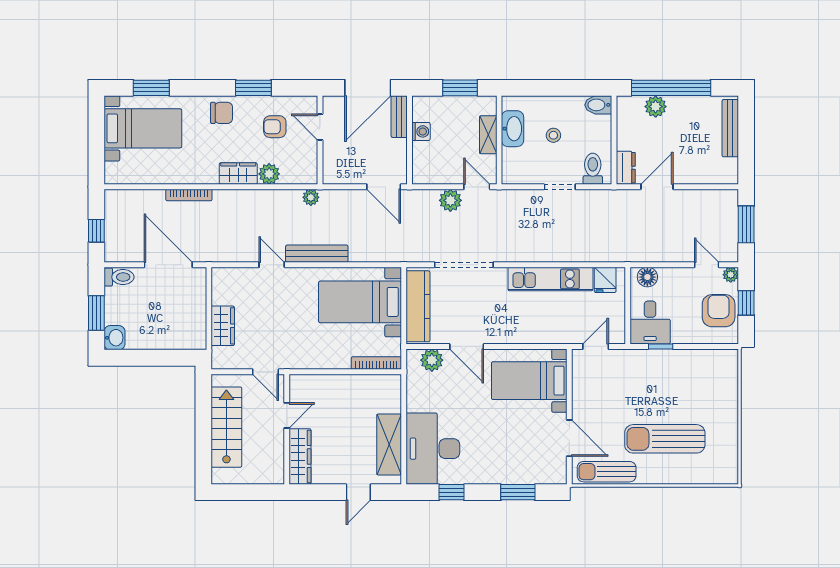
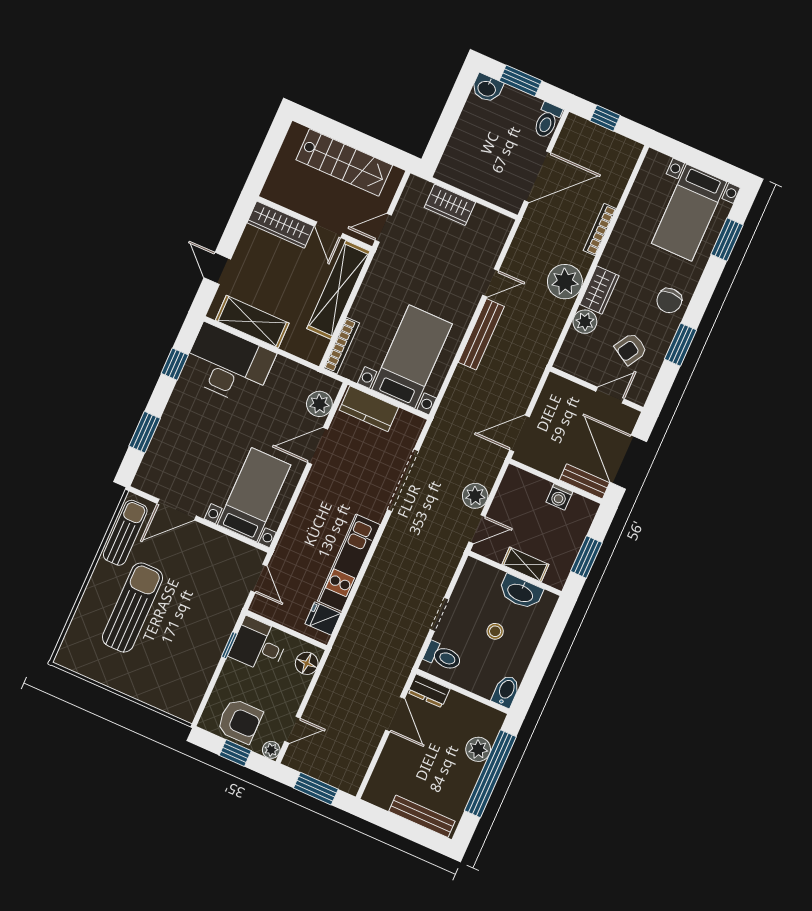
armchair: (275, 127) -> (631, 349), turned -149
plant: (311, 197) -> (565, 282), moved, width x1.87, depth x1.87
kitchen counter: (418, 306) -> (369, 409), width x0.67
shelving: (332, 386) -> (338, 290), added

